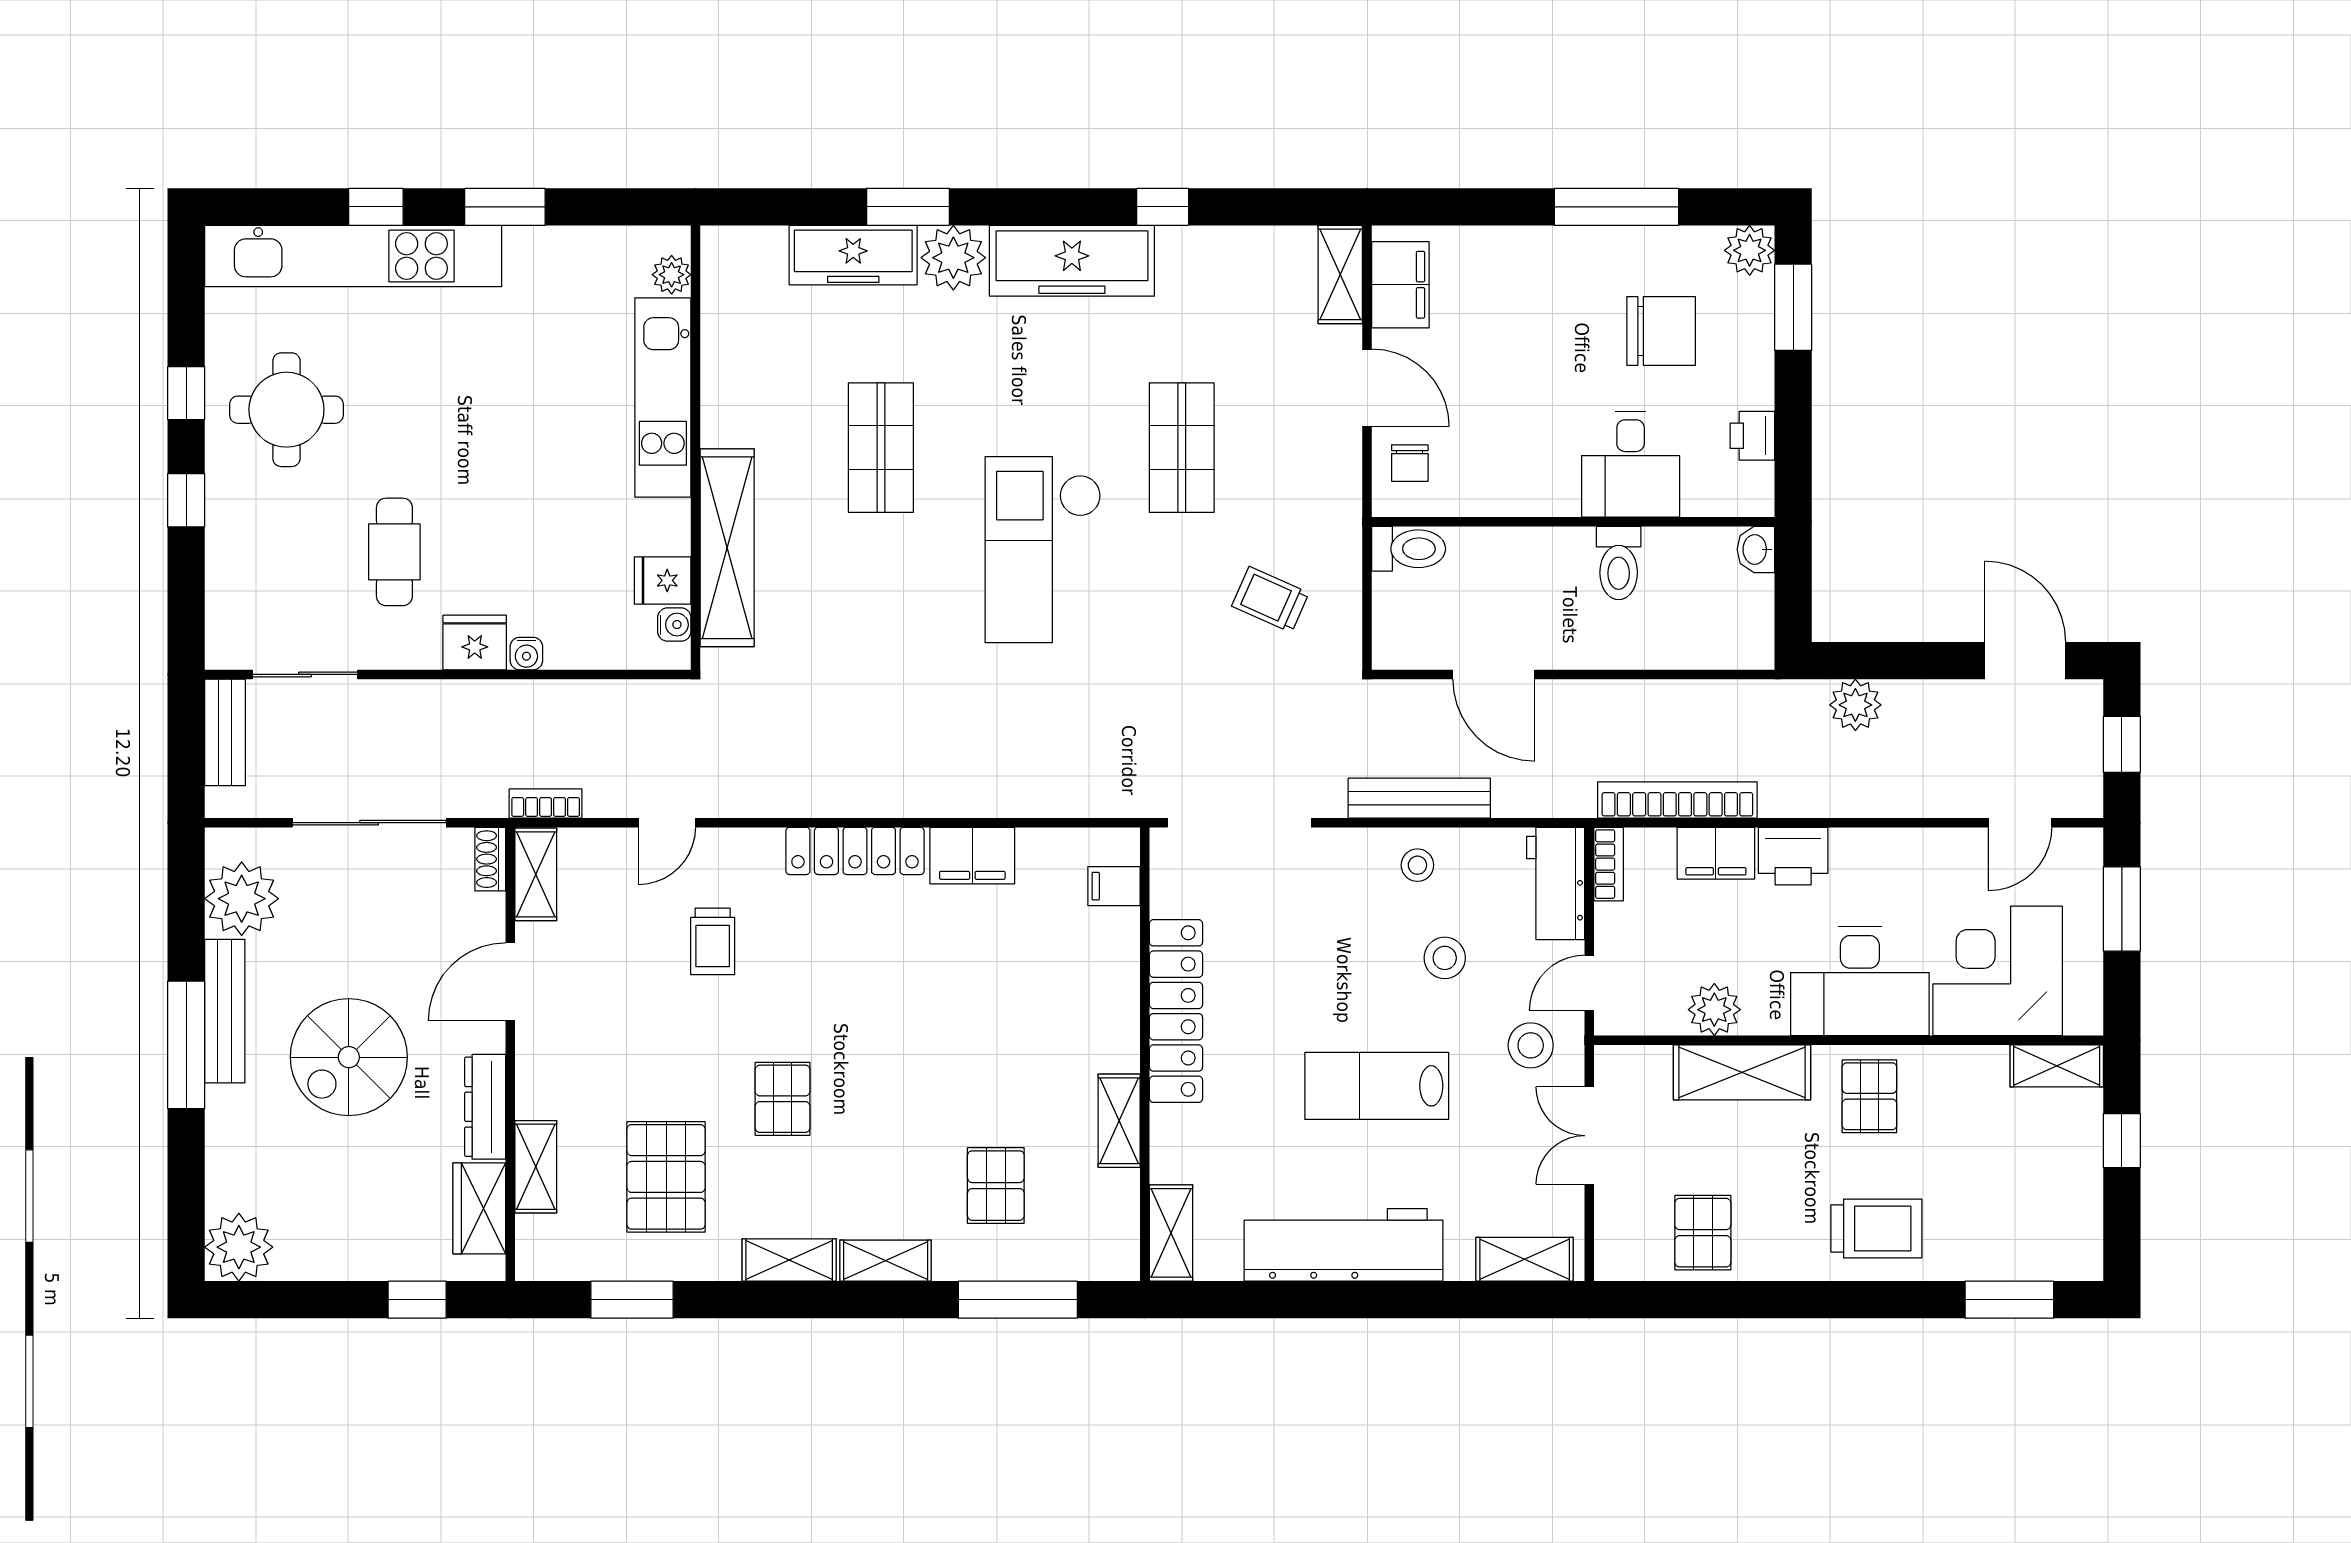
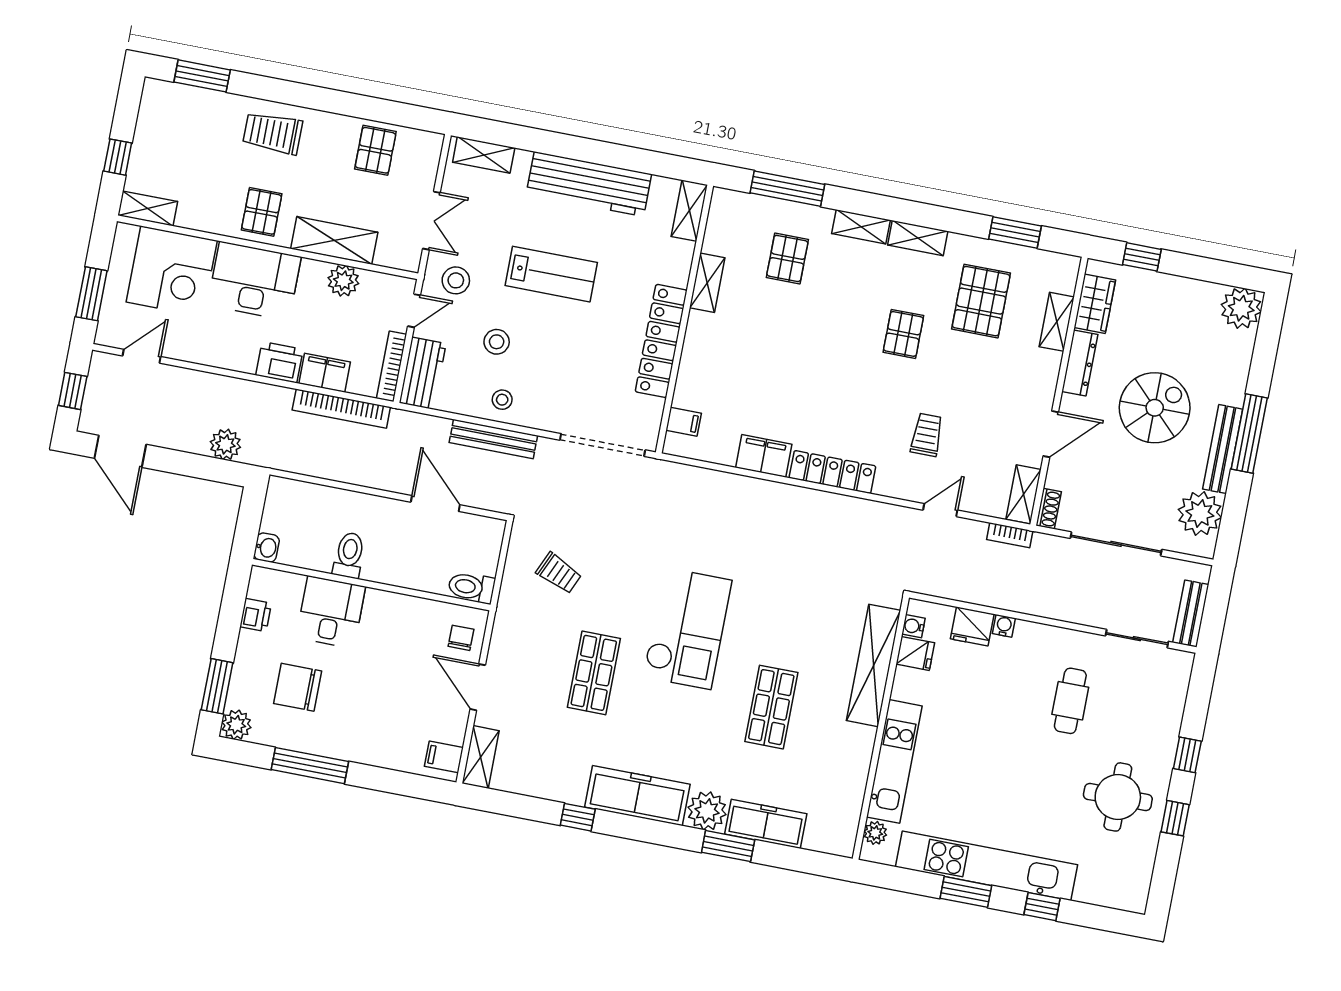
kitchen unit: (353, 256) -> (987, 866), moved
filing cabinet: (1400, 285) -> (444, 757), width x0.50
fridge: (475, 643) -> (972, 626), moved
bookcase: (1609, 864) -> (392, 366), width x1.56

